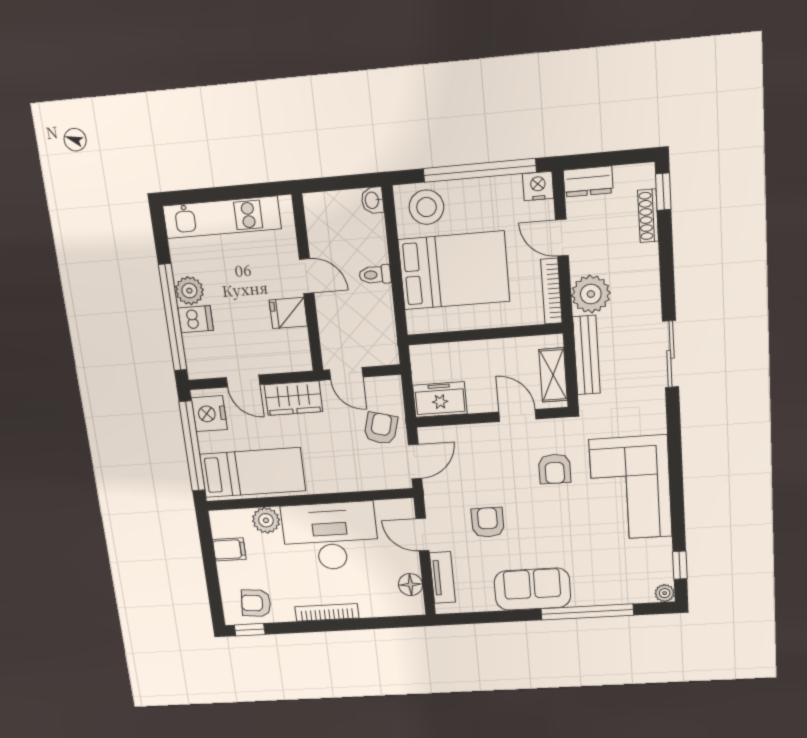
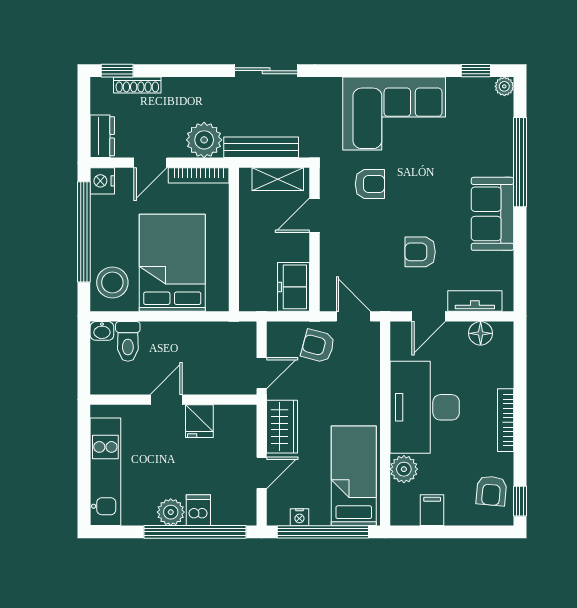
toilet: (375, 275) -> (128, 341), moved, width x1.37, depth x1.39
nightstand: (209, 414) -> (299, 517), width x0.53, depth x0.56

